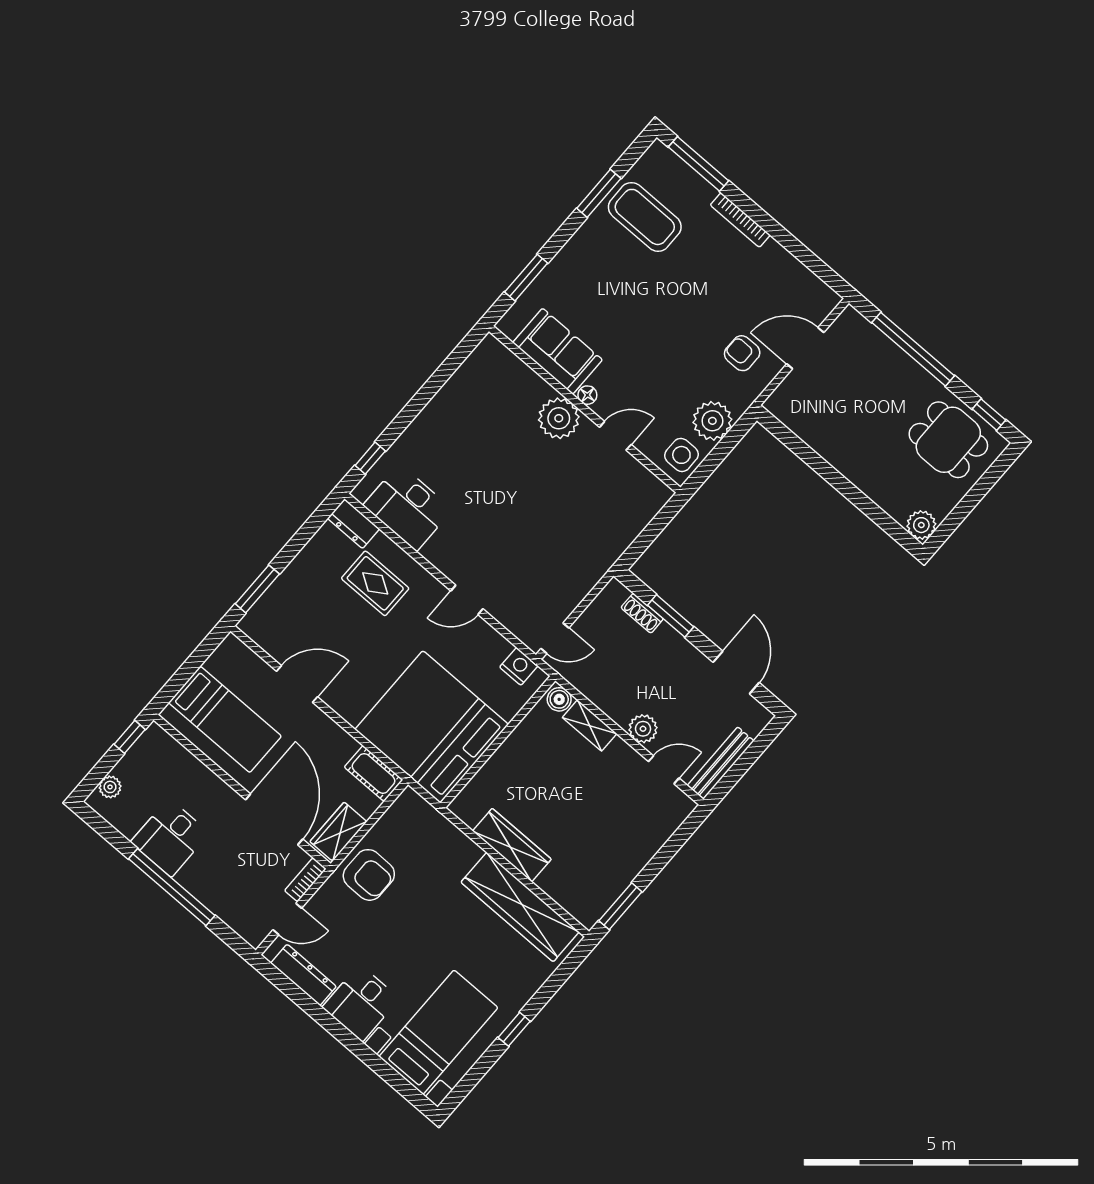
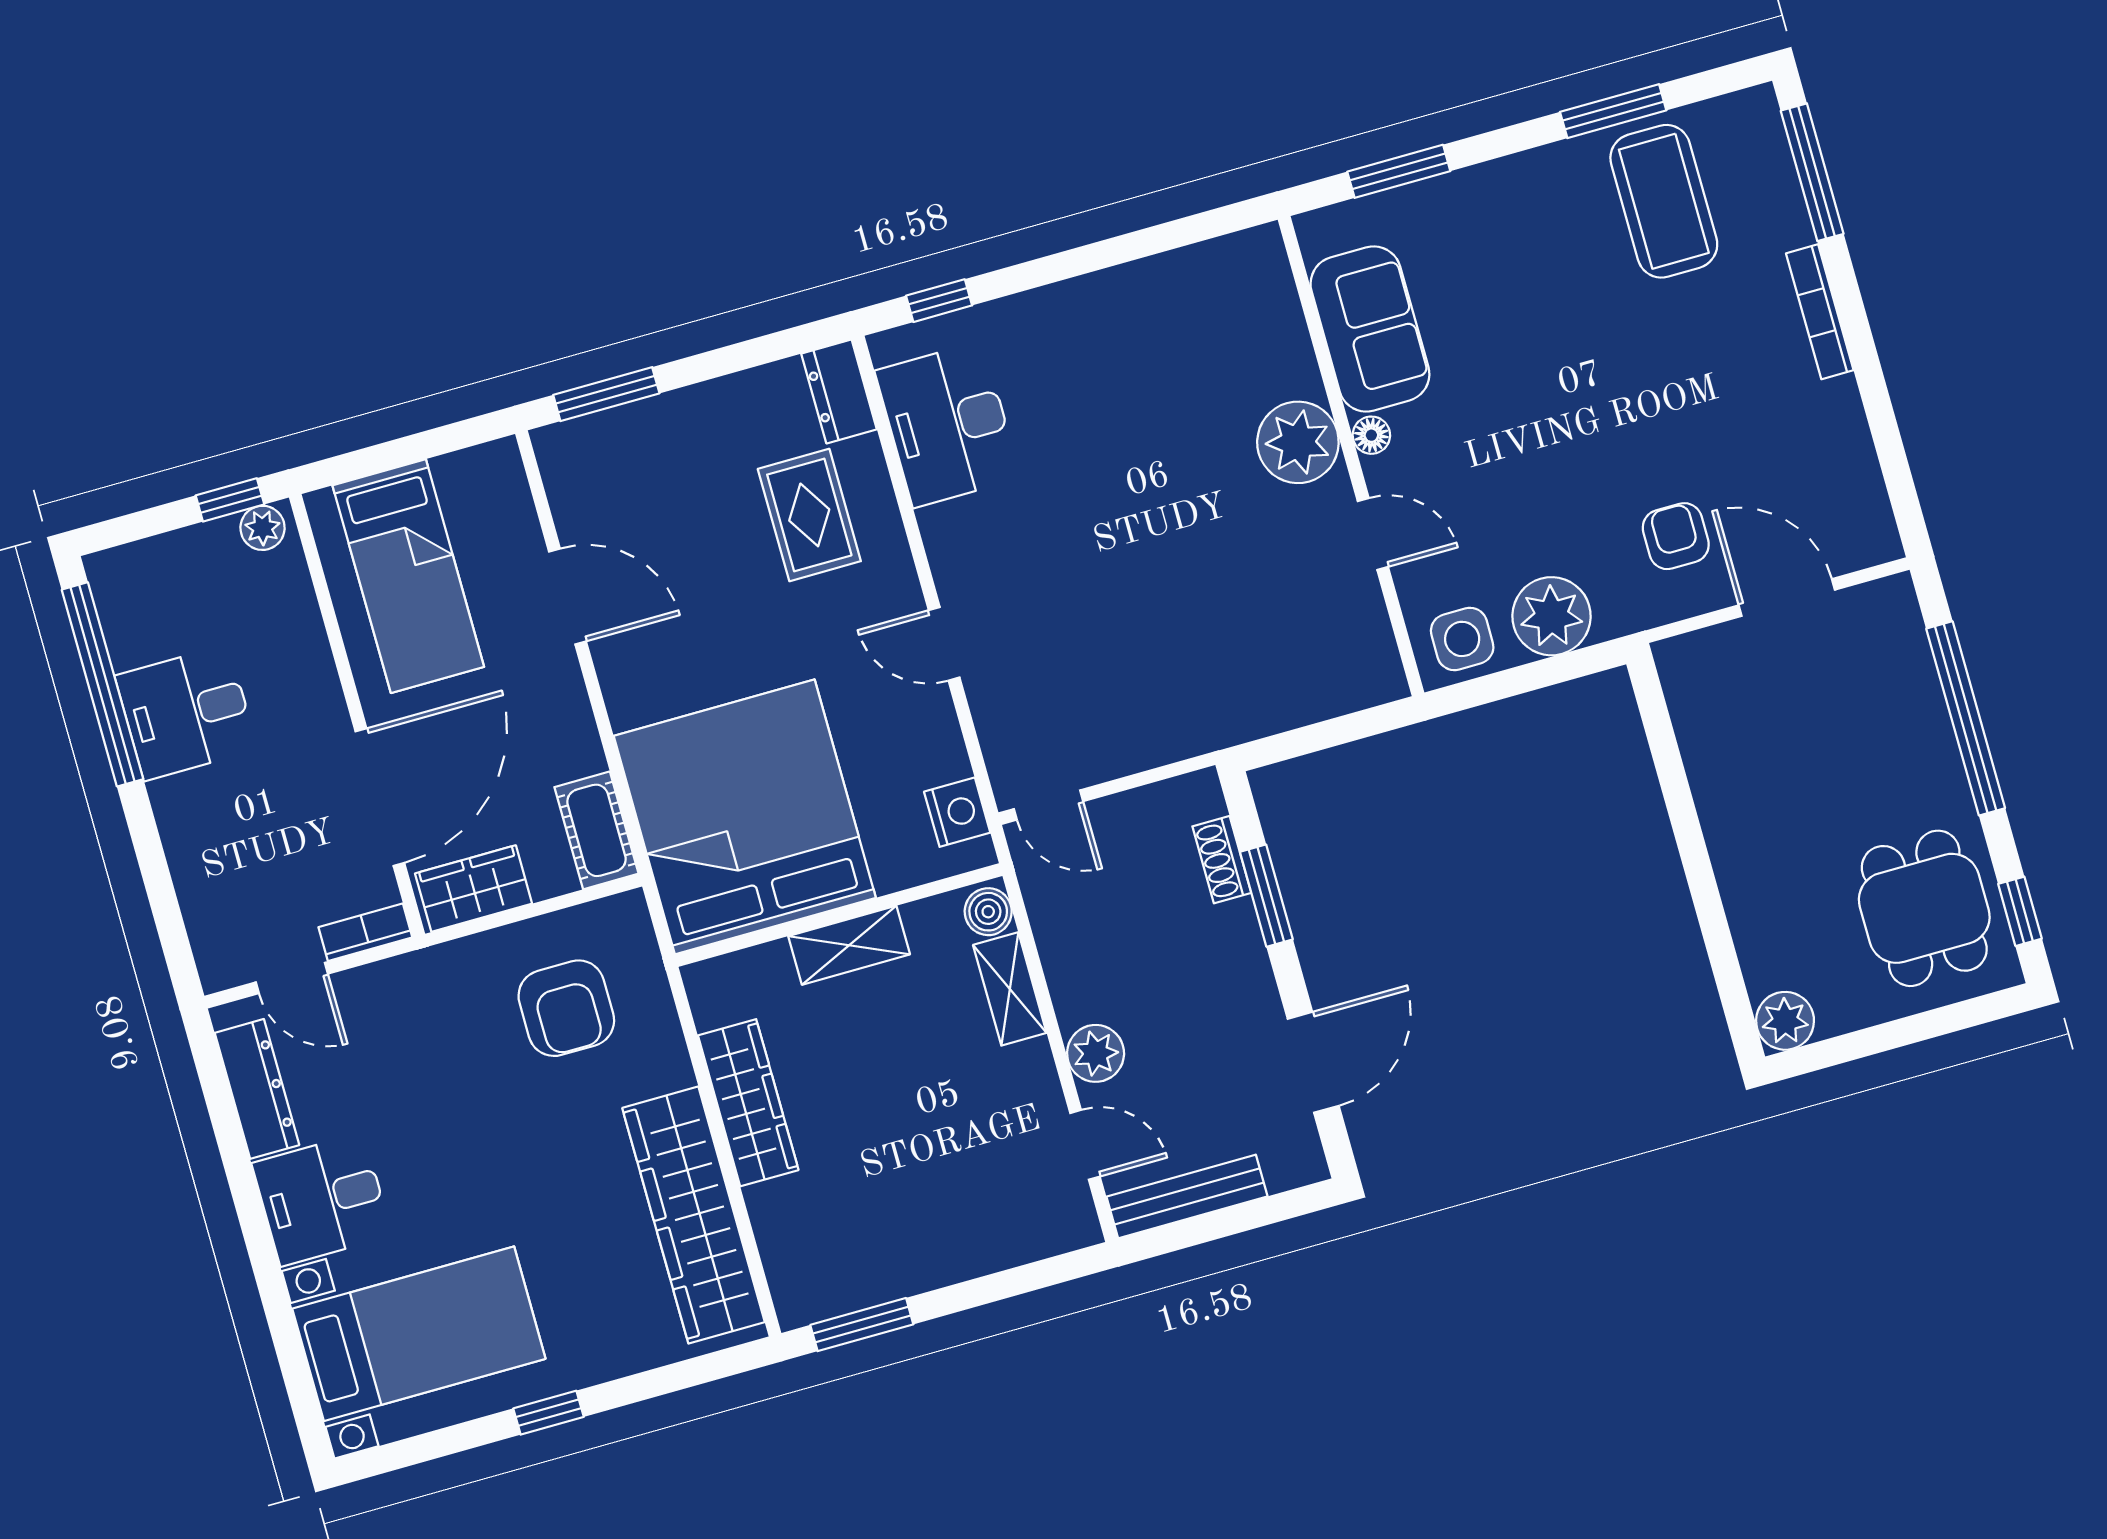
shelving: (510, 752) -> (849, 945), added
plant: (110, 787) -> (263, 528), moved
armchair: (369, 875) -> (566, 1008), moved
window: (172, 887) -> (102, 684), moved

